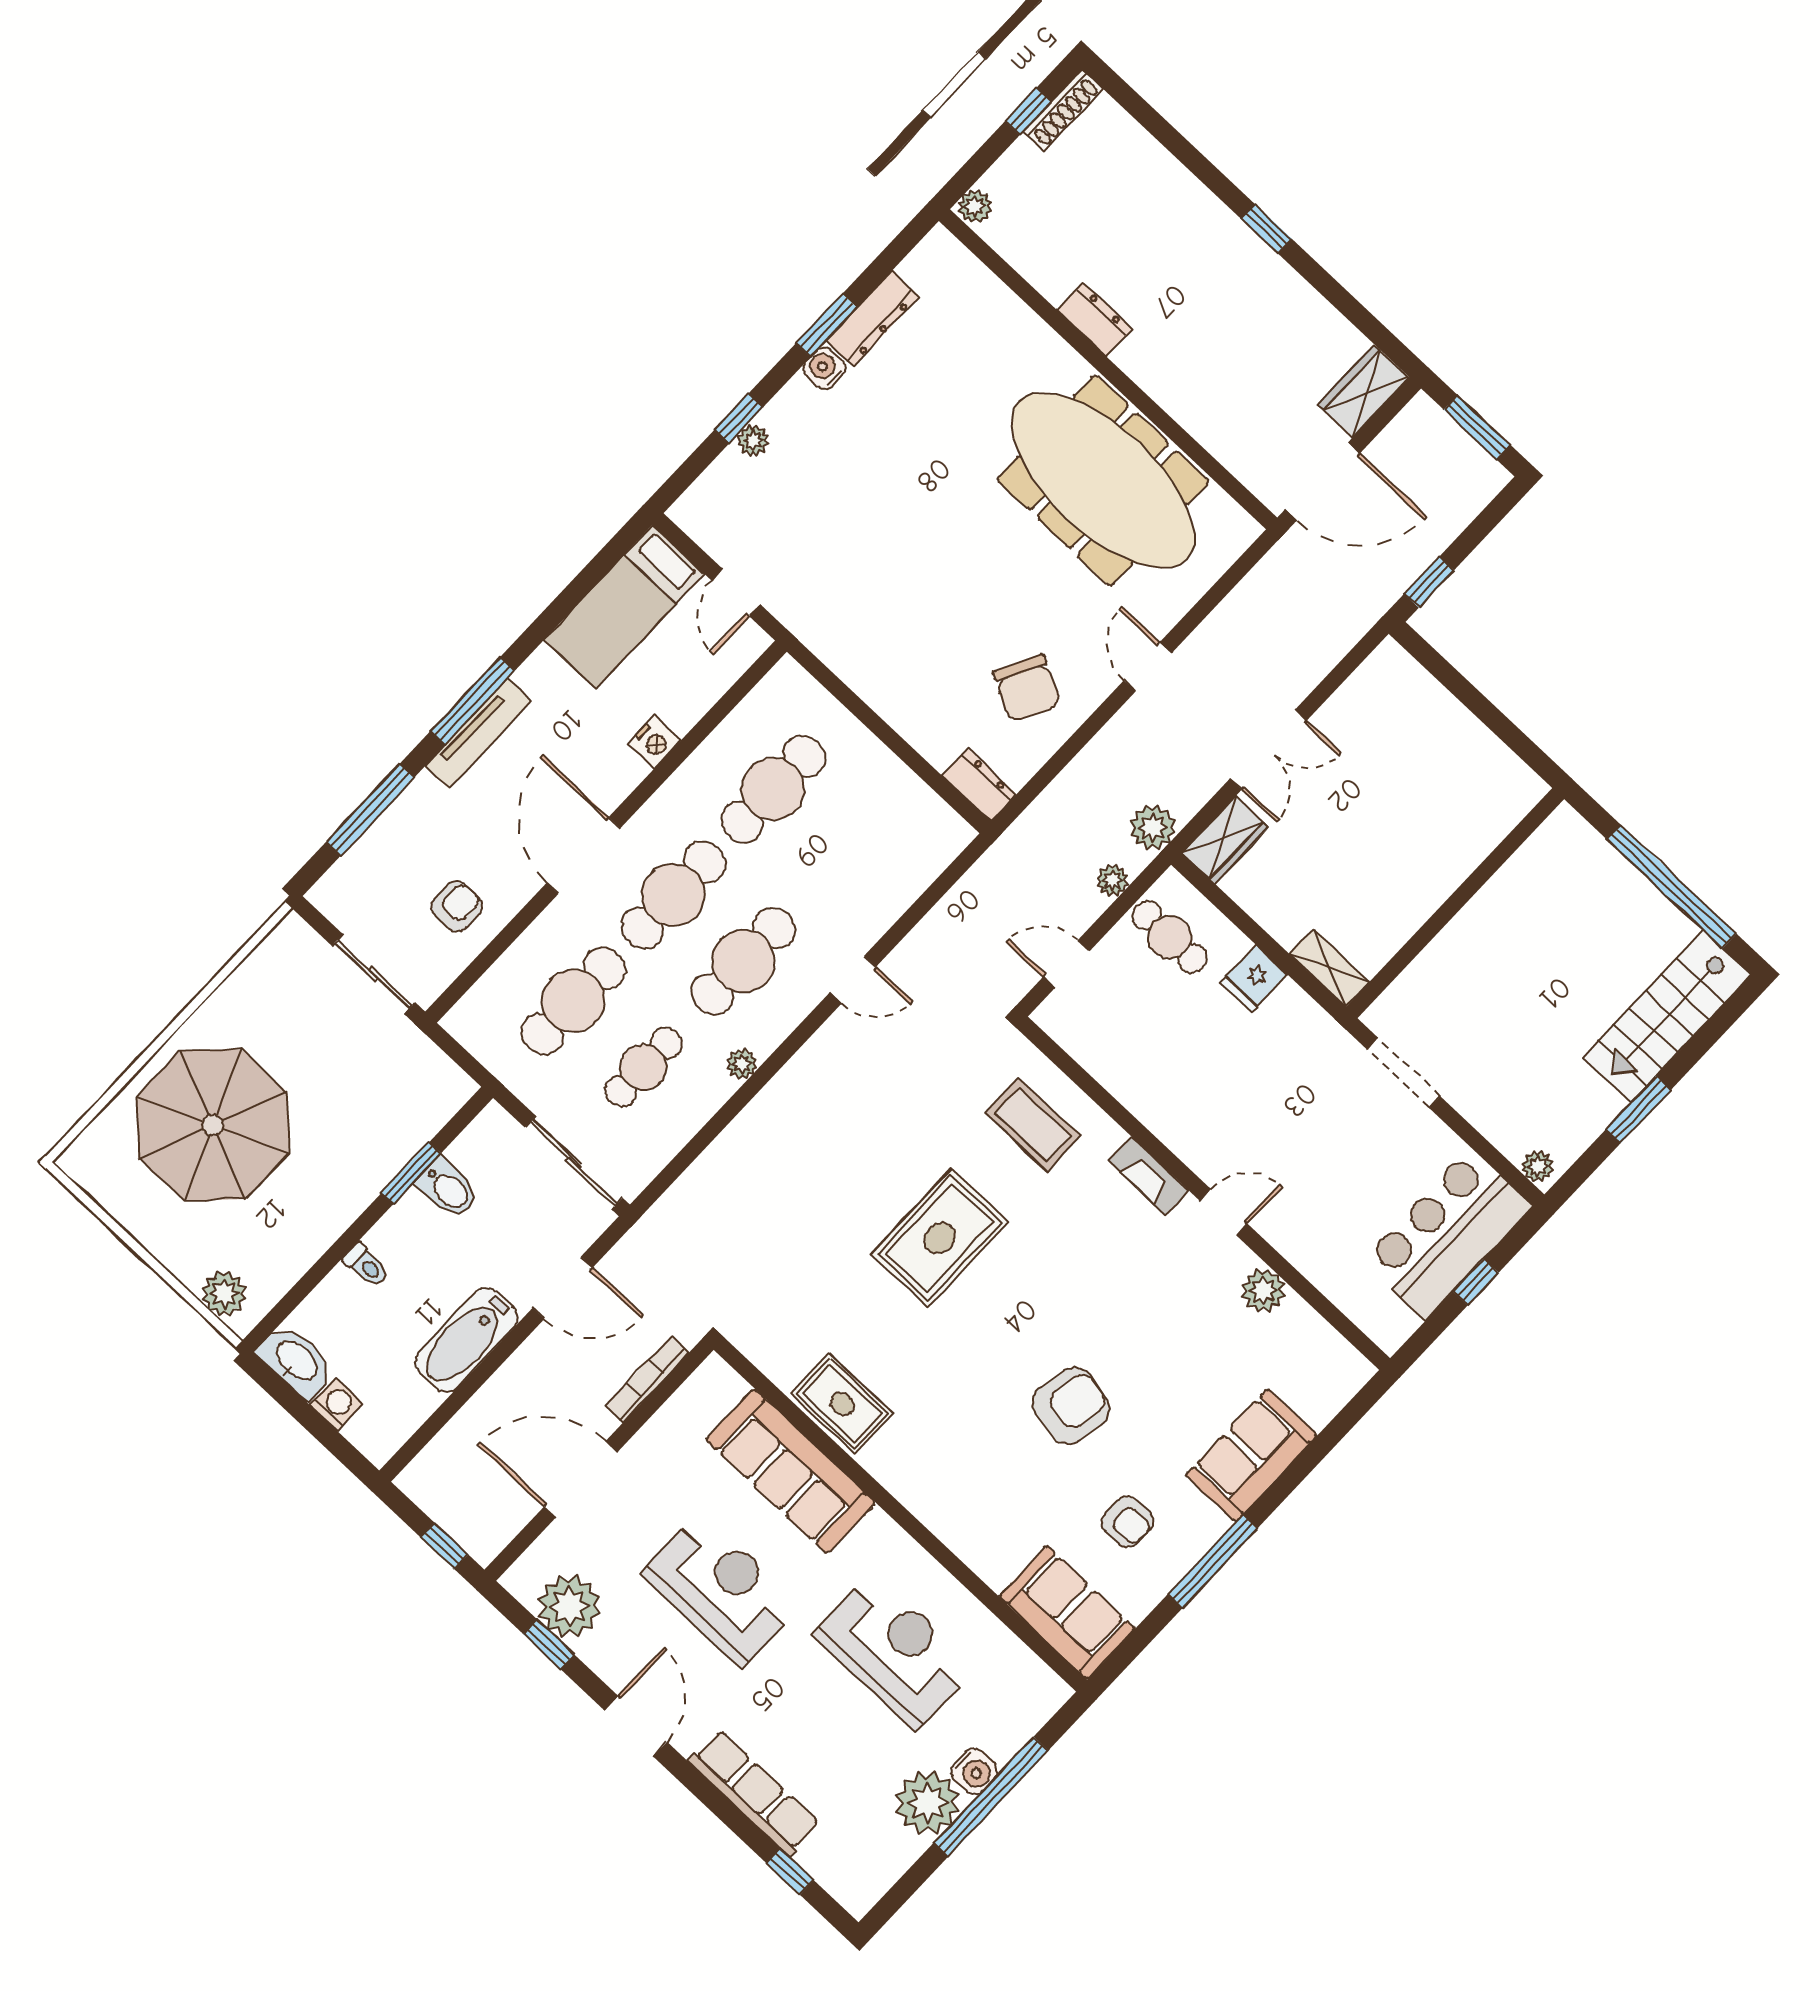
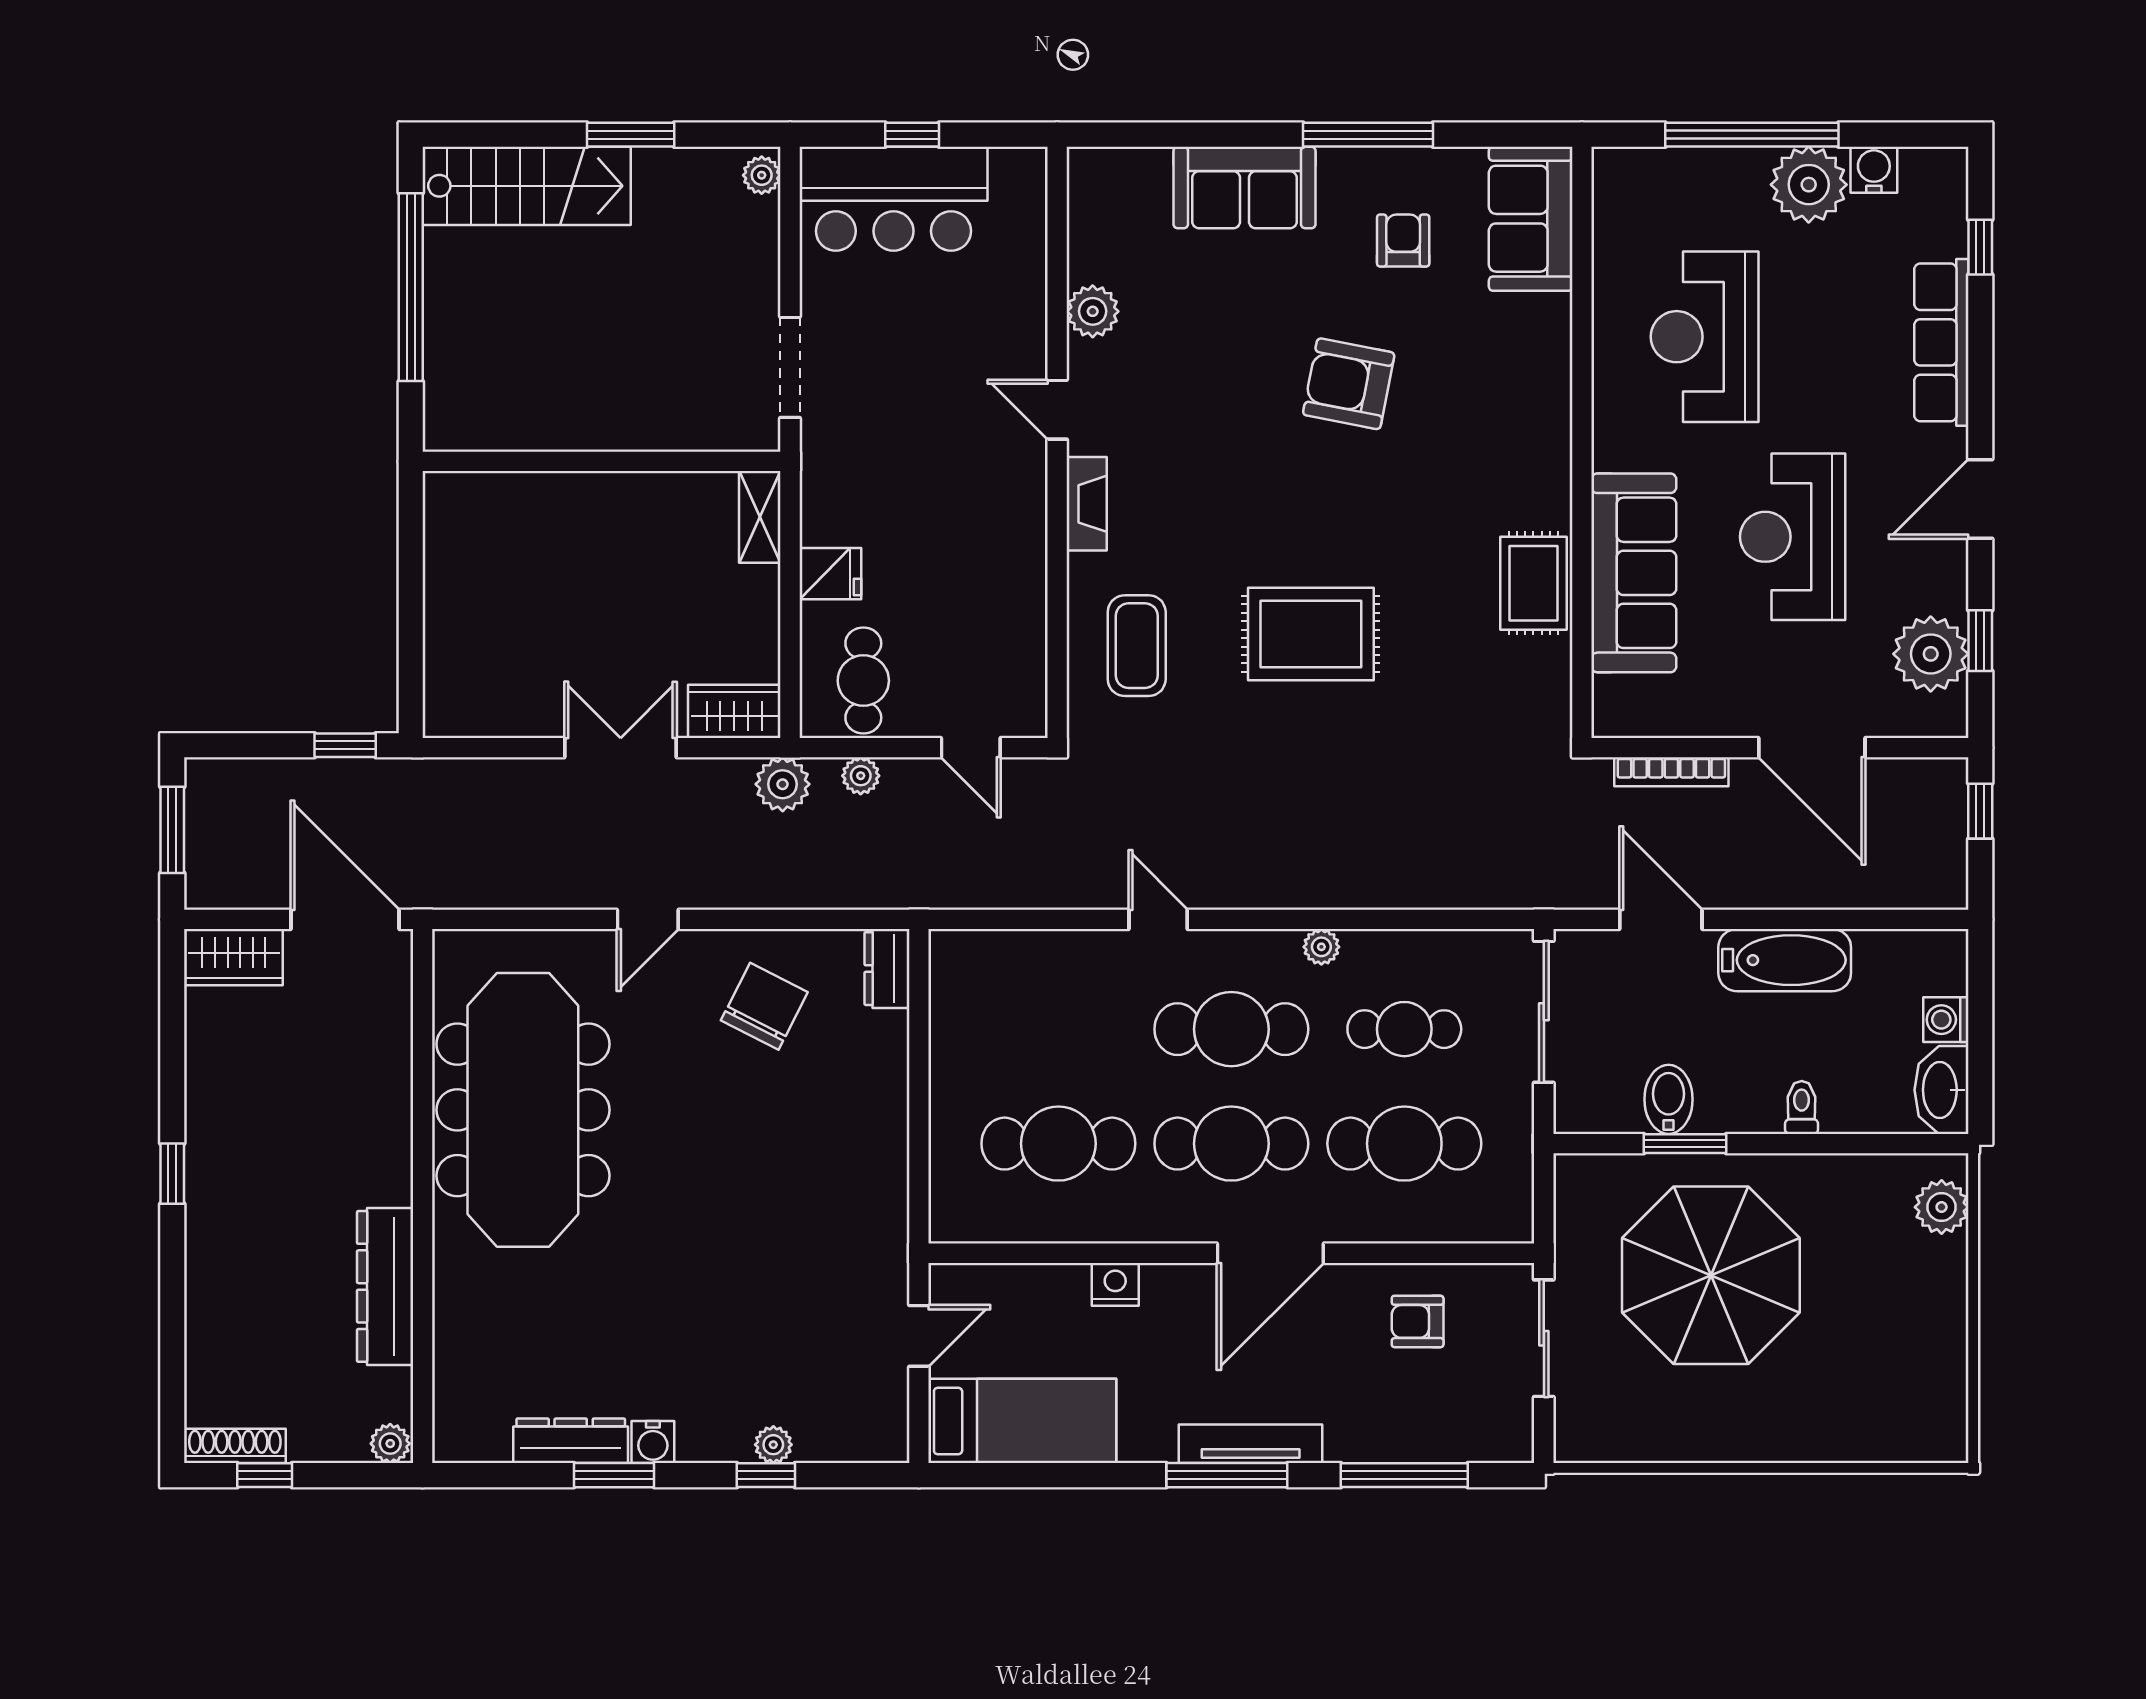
dresser: (1095, 320) -> (385, 1286), width x1.96, depth x1.24
parasol: (213, 1125) -> (1711, 1275), moved
water cooler: (974, 1771) -> (1874, 170), moved

